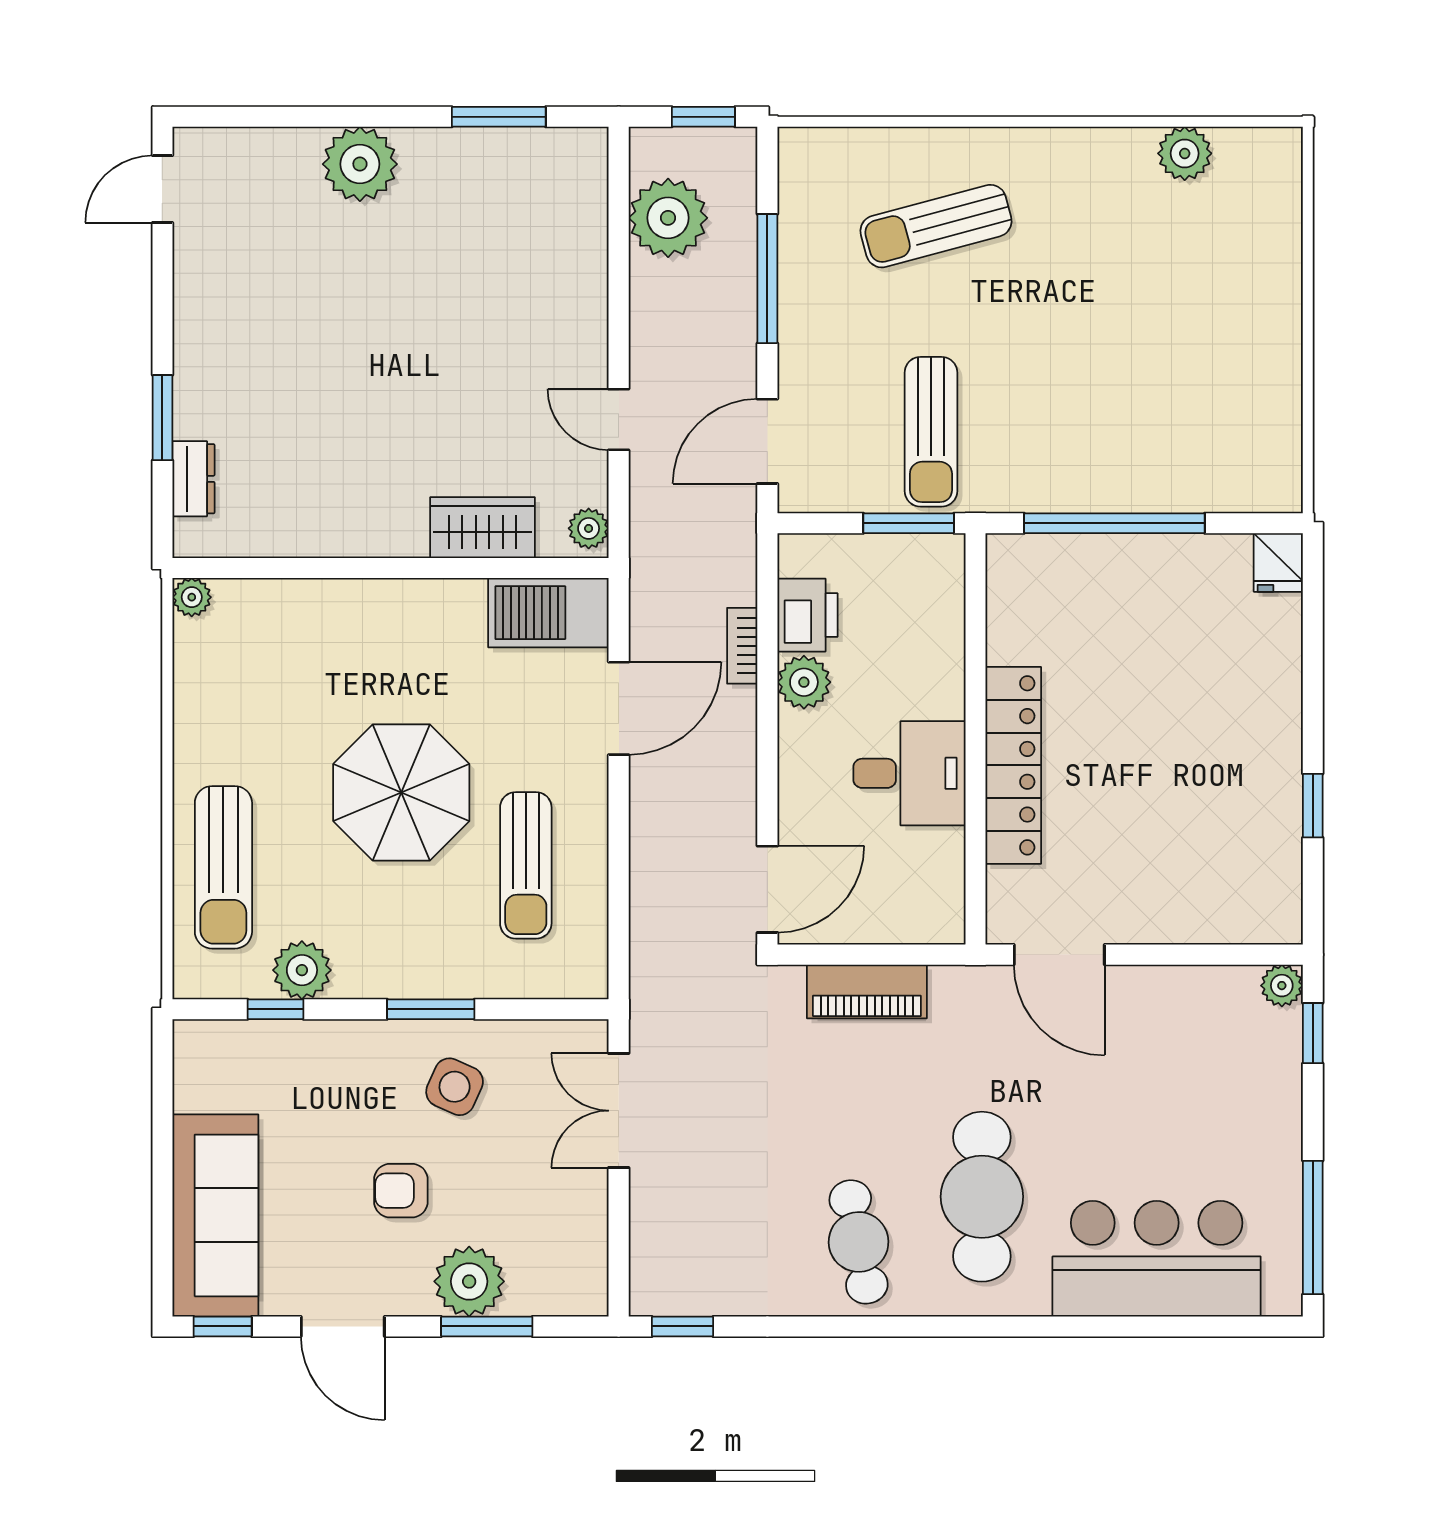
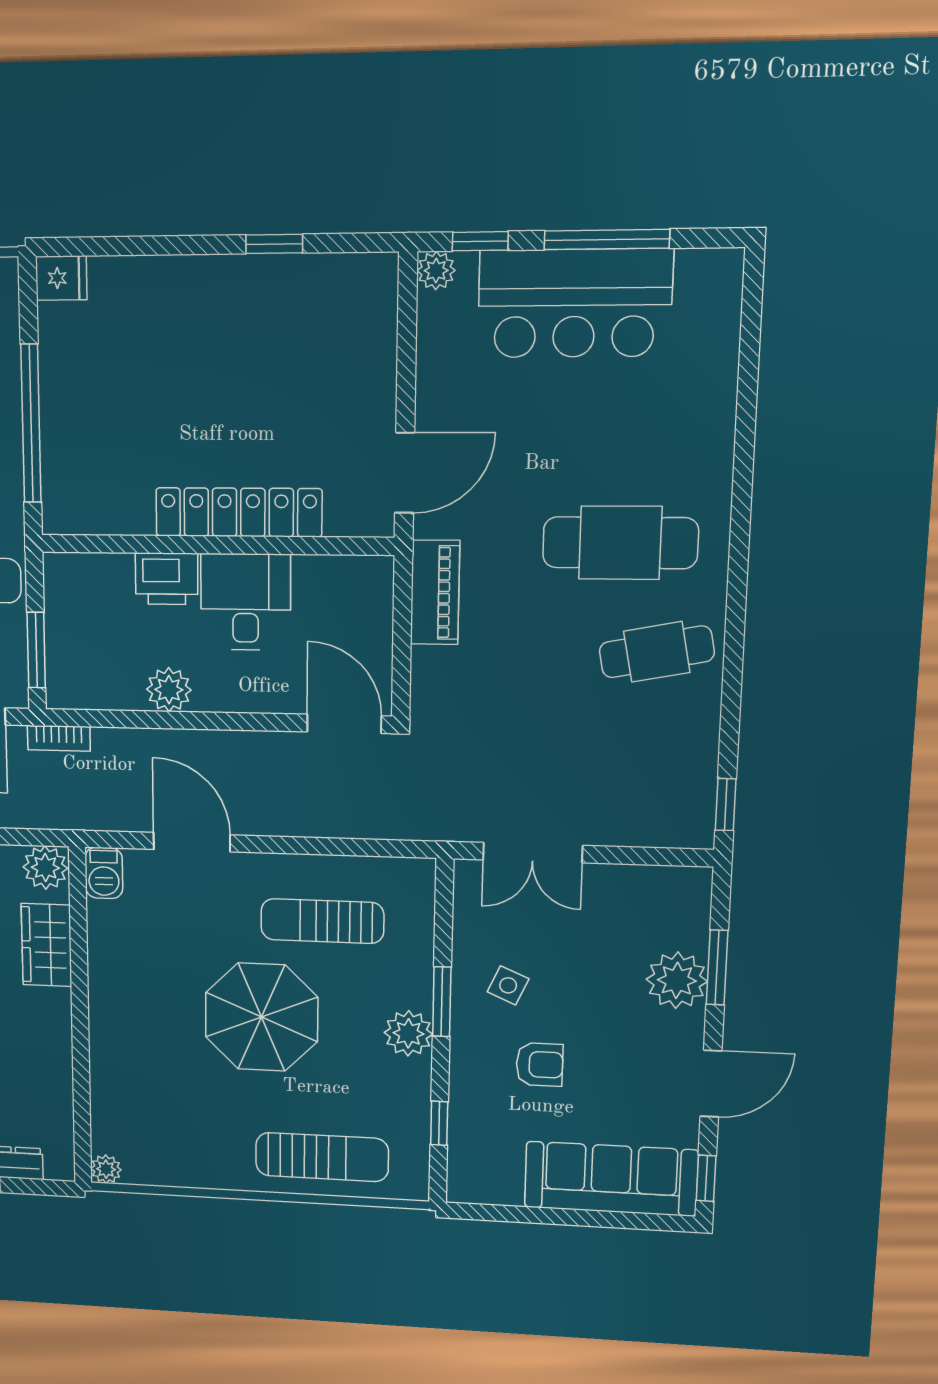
window: (909, 523) -> (36, 650), moved
plant: (589, 528) -> (45, 868), width x1.38, depth x1.38
barbecue: (548, 613) -> (104, 873), width x0.53, depth x0.65
printer: (807, 615) -> (167, 579), moved, turned 180
bookcase: (742, 646) -> (59, 738), moved
sun lounger: (526, 865) -> (322, 921), turned 180
plant: (302, 970) -> (408, 1033), moved
piano: (867, 991) -> (435, 592), moved
side table: (455, 1087) -> (508, 985), width x0.73, depth x0.73
armchair: (401, 1191) -> (540, 1065), moved, turned -90
window: (1313, 1227) -> (607, 239), moved
bar counter: (1157, 1259) -> (575, 303), moved, turned -90

